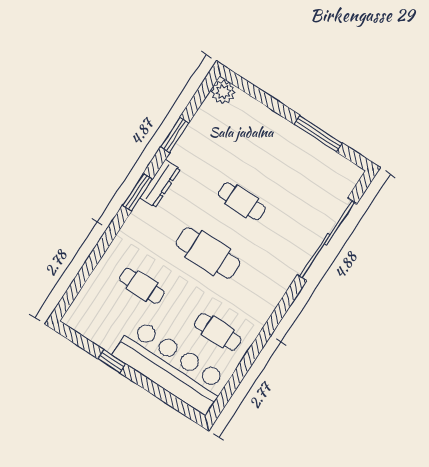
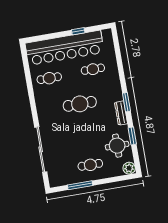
round table: (210, 141) -> (117, 146), added
cafe table: (242, 201) -> (90, 165), moved
bar counter: (171, 367) -> (65, 48), width x1.36

